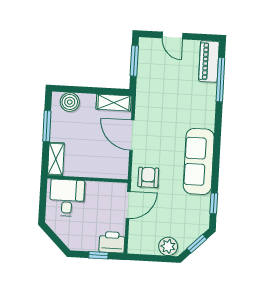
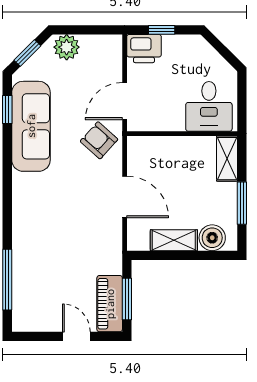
piano: (209, 61) -> (110, 304), moved, turned 180
shelving: (114, 103) -> (174, 240), moved
sofa: (199, 161) -> (31, 126), moved
armchair: (148, 177) -> (99, 140), turned 132

